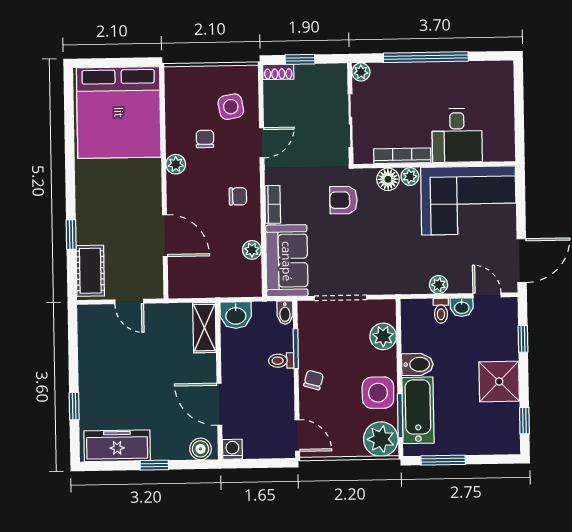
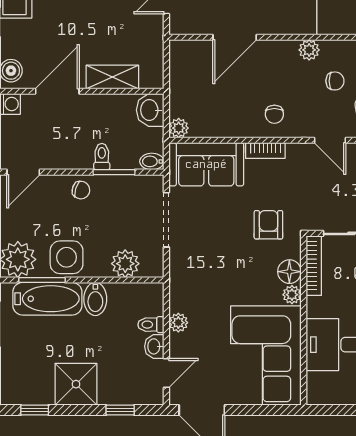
bookcase: (402, 156) -> (314, 266), moved
plant: (252, 250) -> (179, 128), moved
shelving: (204, 328) -> (112, 77), moved

